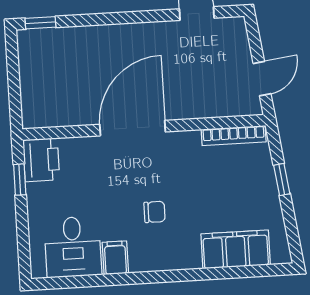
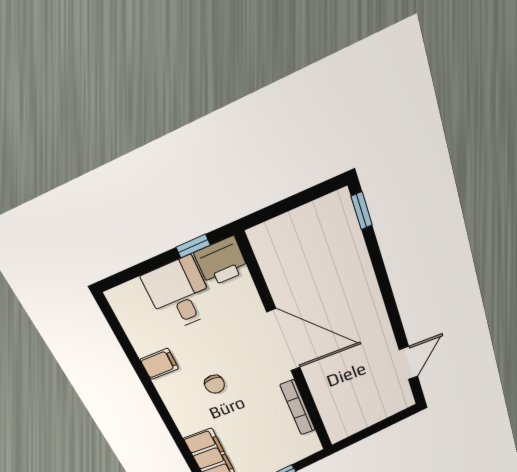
door: (262, 79) -> (363, 434), removed
bookcase: (234, 136) -> (298, 408), moved
desk: (73, 247) -> (179, 294), moved, turned 90

